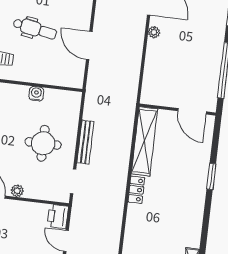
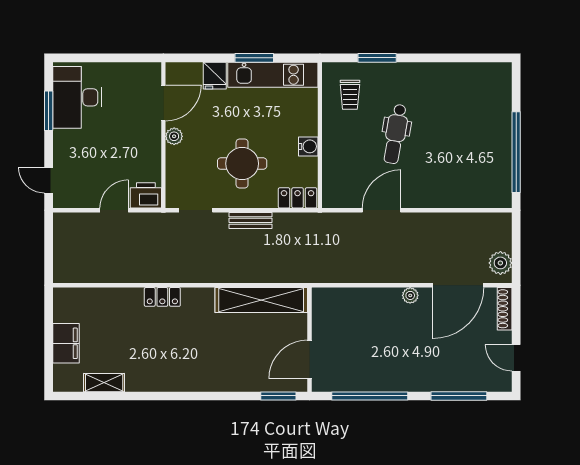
locker: (73, 106) -> (298, 198), added
bench: (85, 142) -> (251, 220), width x0.73
window: (211, 176) -> (278, 396), moved
locker: (136, 190) -> (162, 297), moved

